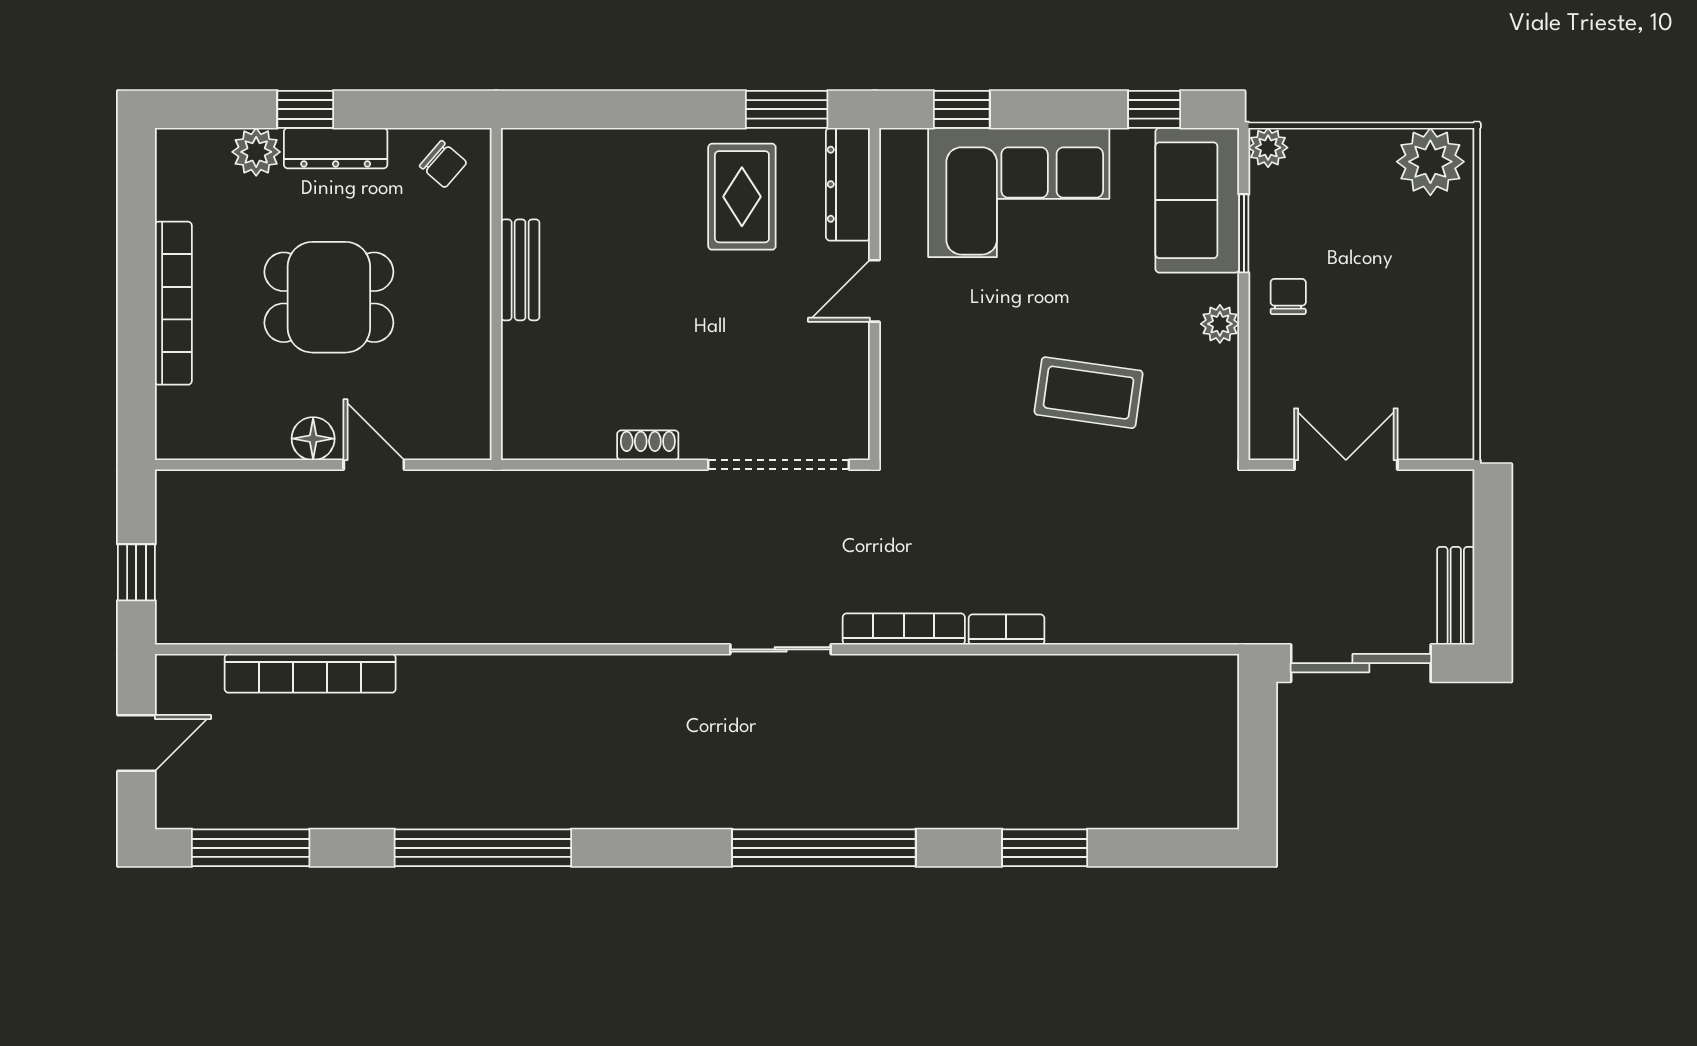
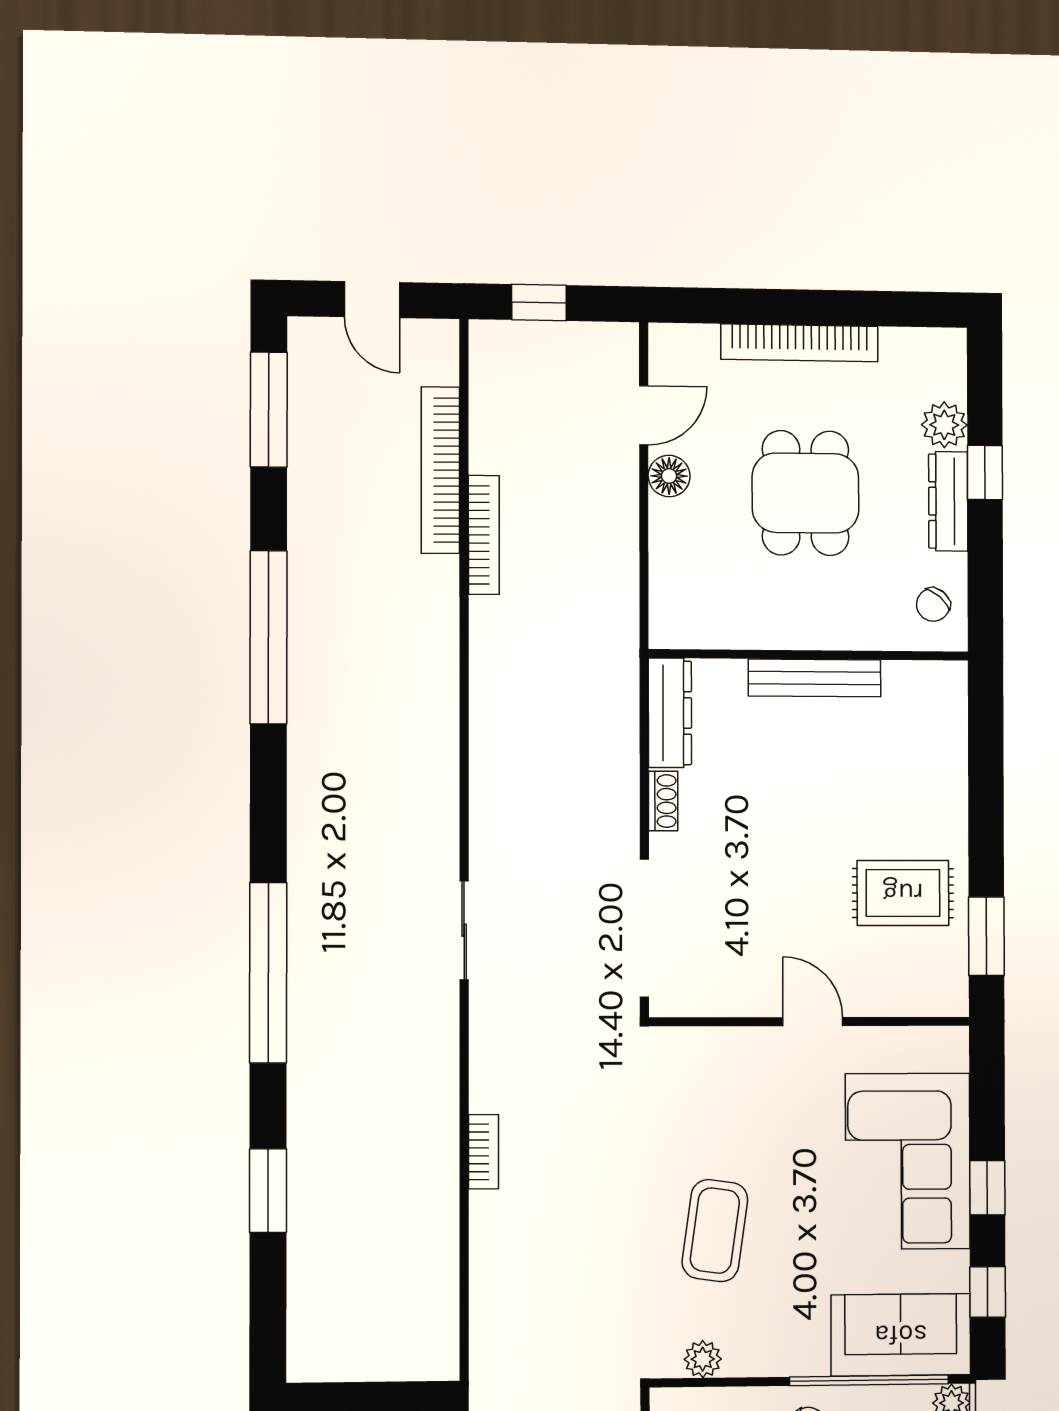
window: (962, 109) -> (987, 1188), moved
dresser: (848, 184) -> (670, 713), moved, turned 90
window: (1244, 233) -> (869, 1380), width x2.11
bench: (520, 270) -> (815, 678), width x1.36
plant: (1220, 324) -> (703, 1359), moved
door: (374, 465) -> (644, 415), moved
bookcase: (904, 629) -> (484, 535), moved

